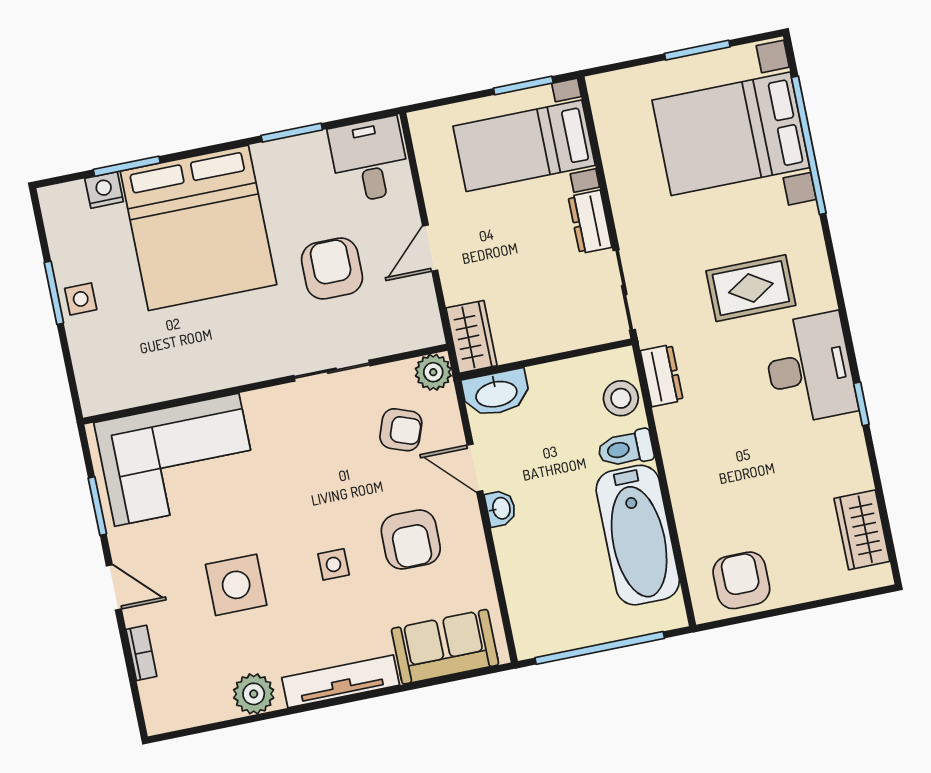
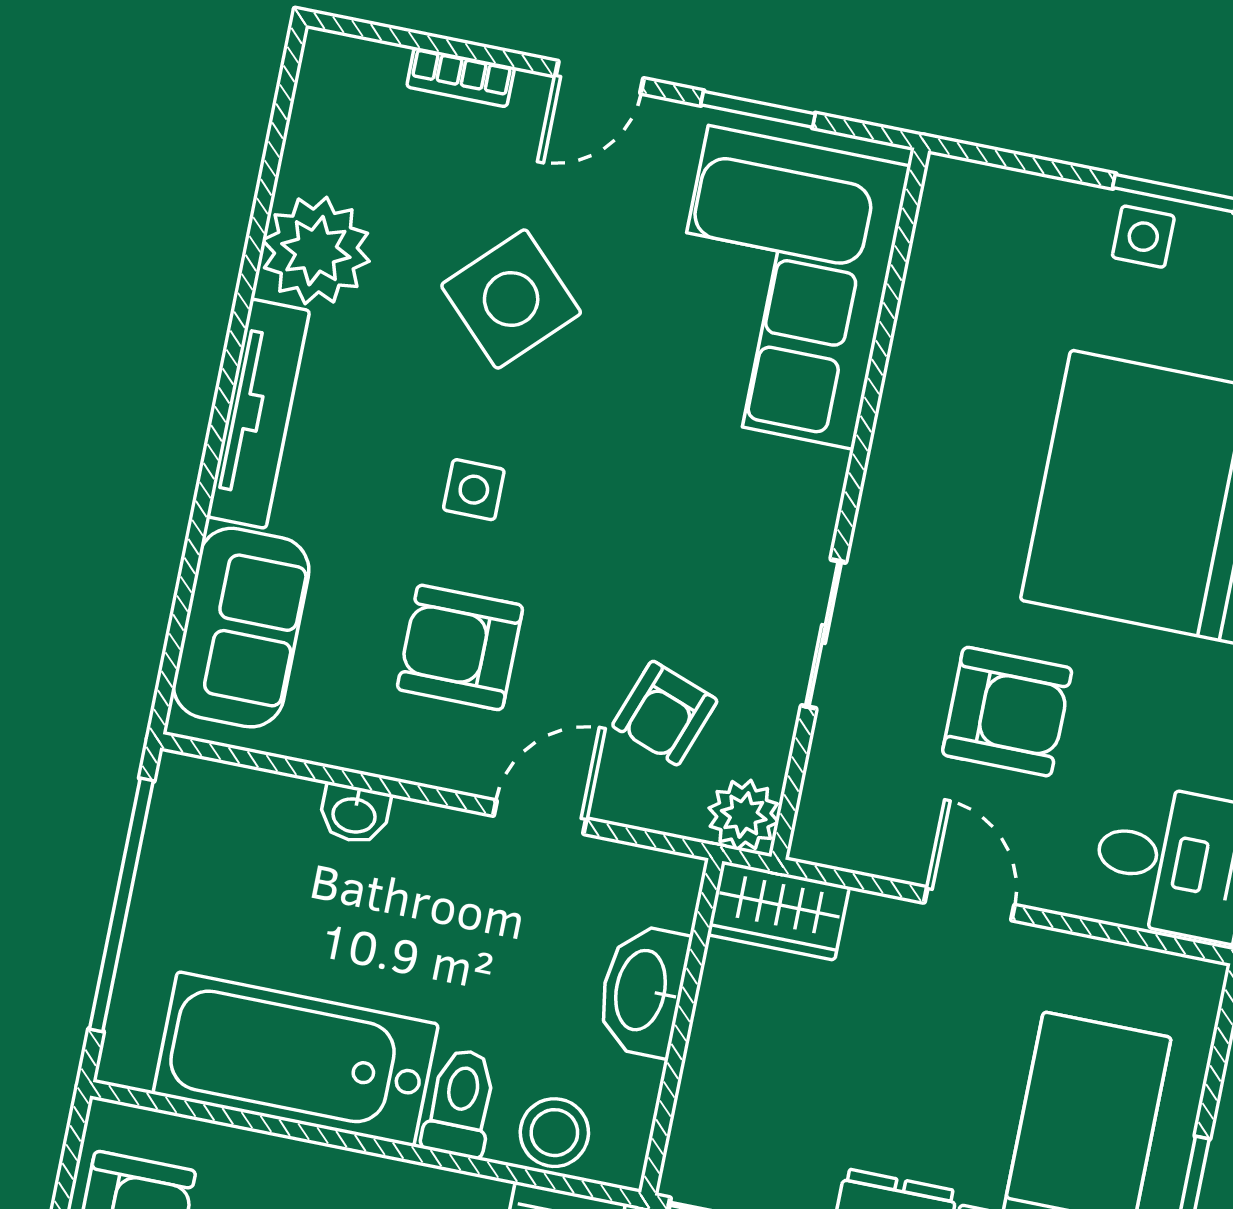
washbasin: (496, 393) -> (643, 990), moved
washbasin: (501, 508) -> (354, 814), moved
side table: (236, 585) -> (511, 299), turned 45
plant: (254, 694) -> (316, 251), width x1.36, depth x1.36

